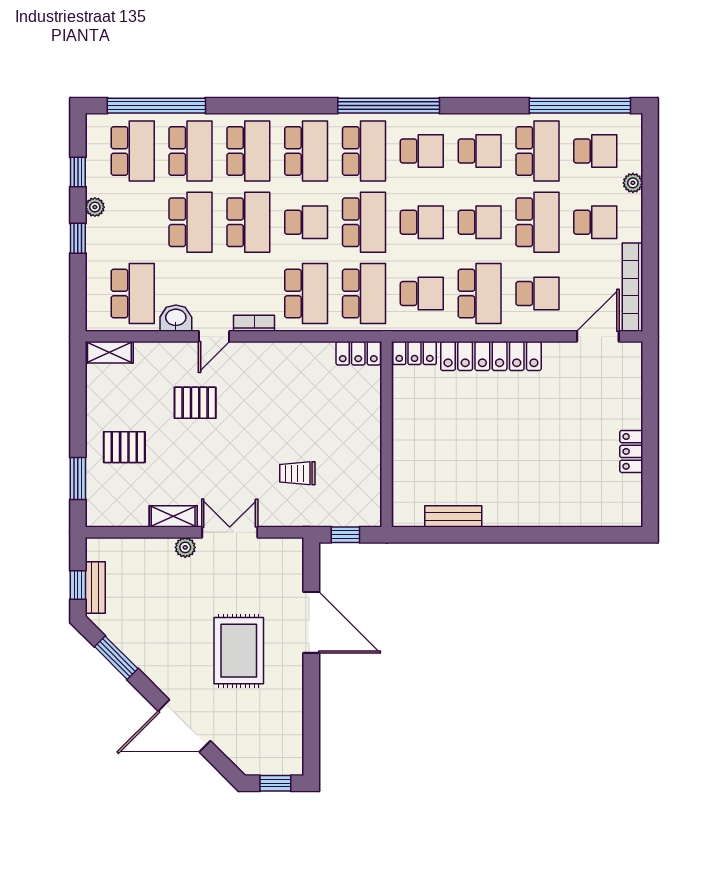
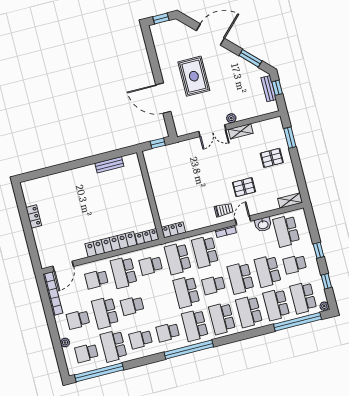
plant: (95, 207) -> (324, 306), moved
school desk: (422, 222) -> (295, 264), moved
trolley: (297, 473) -> (224, 210), moved

